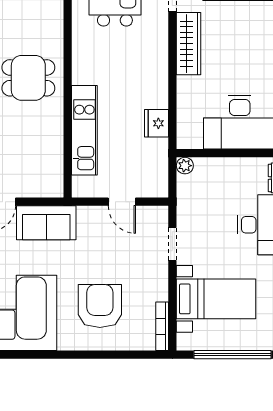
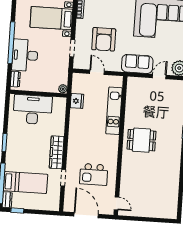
fridge: (156, 123) -> (77, 101), moved
armchair: (100, 306) -> (104, 39), moved

